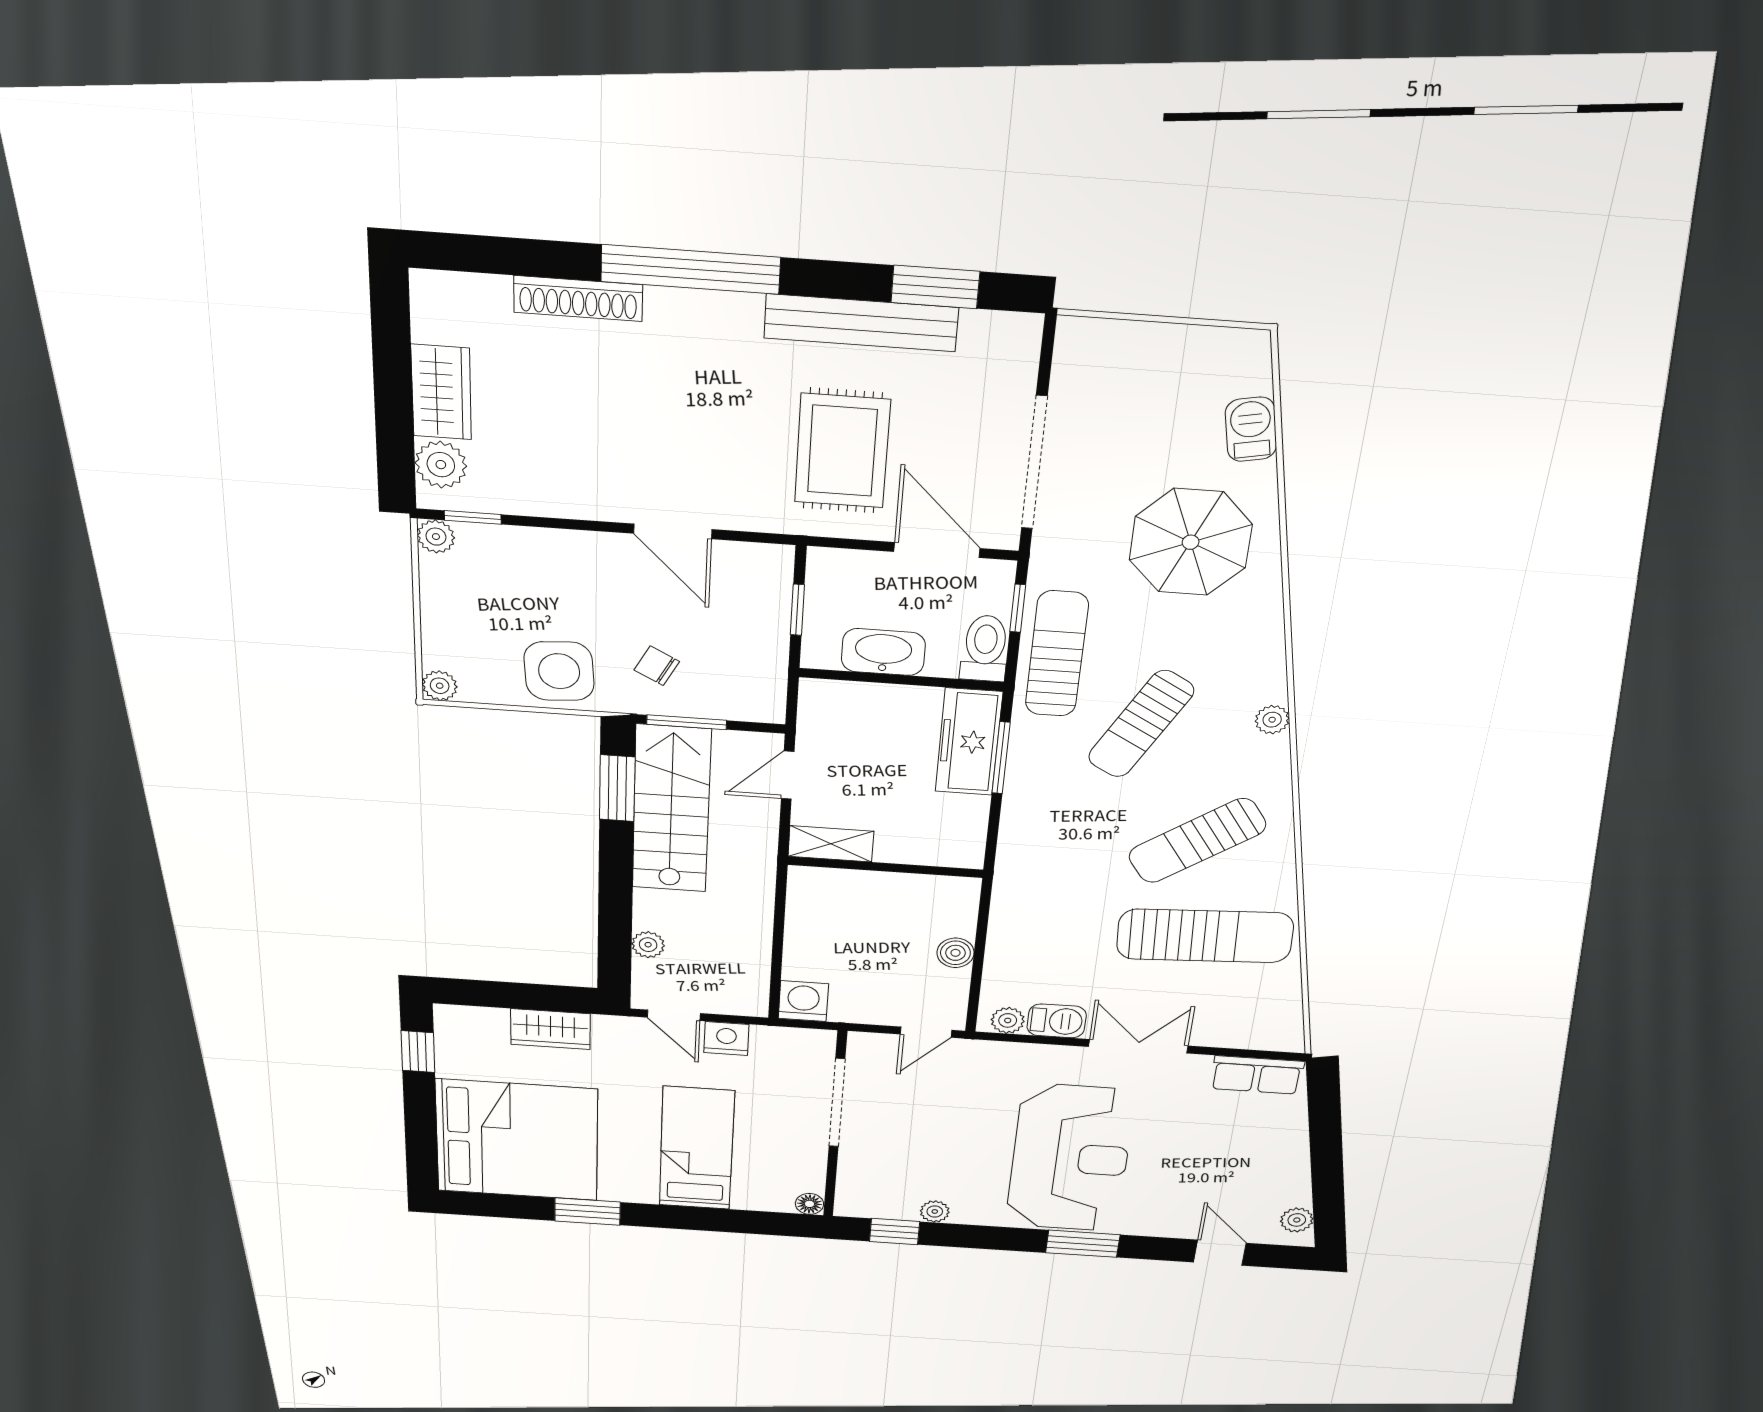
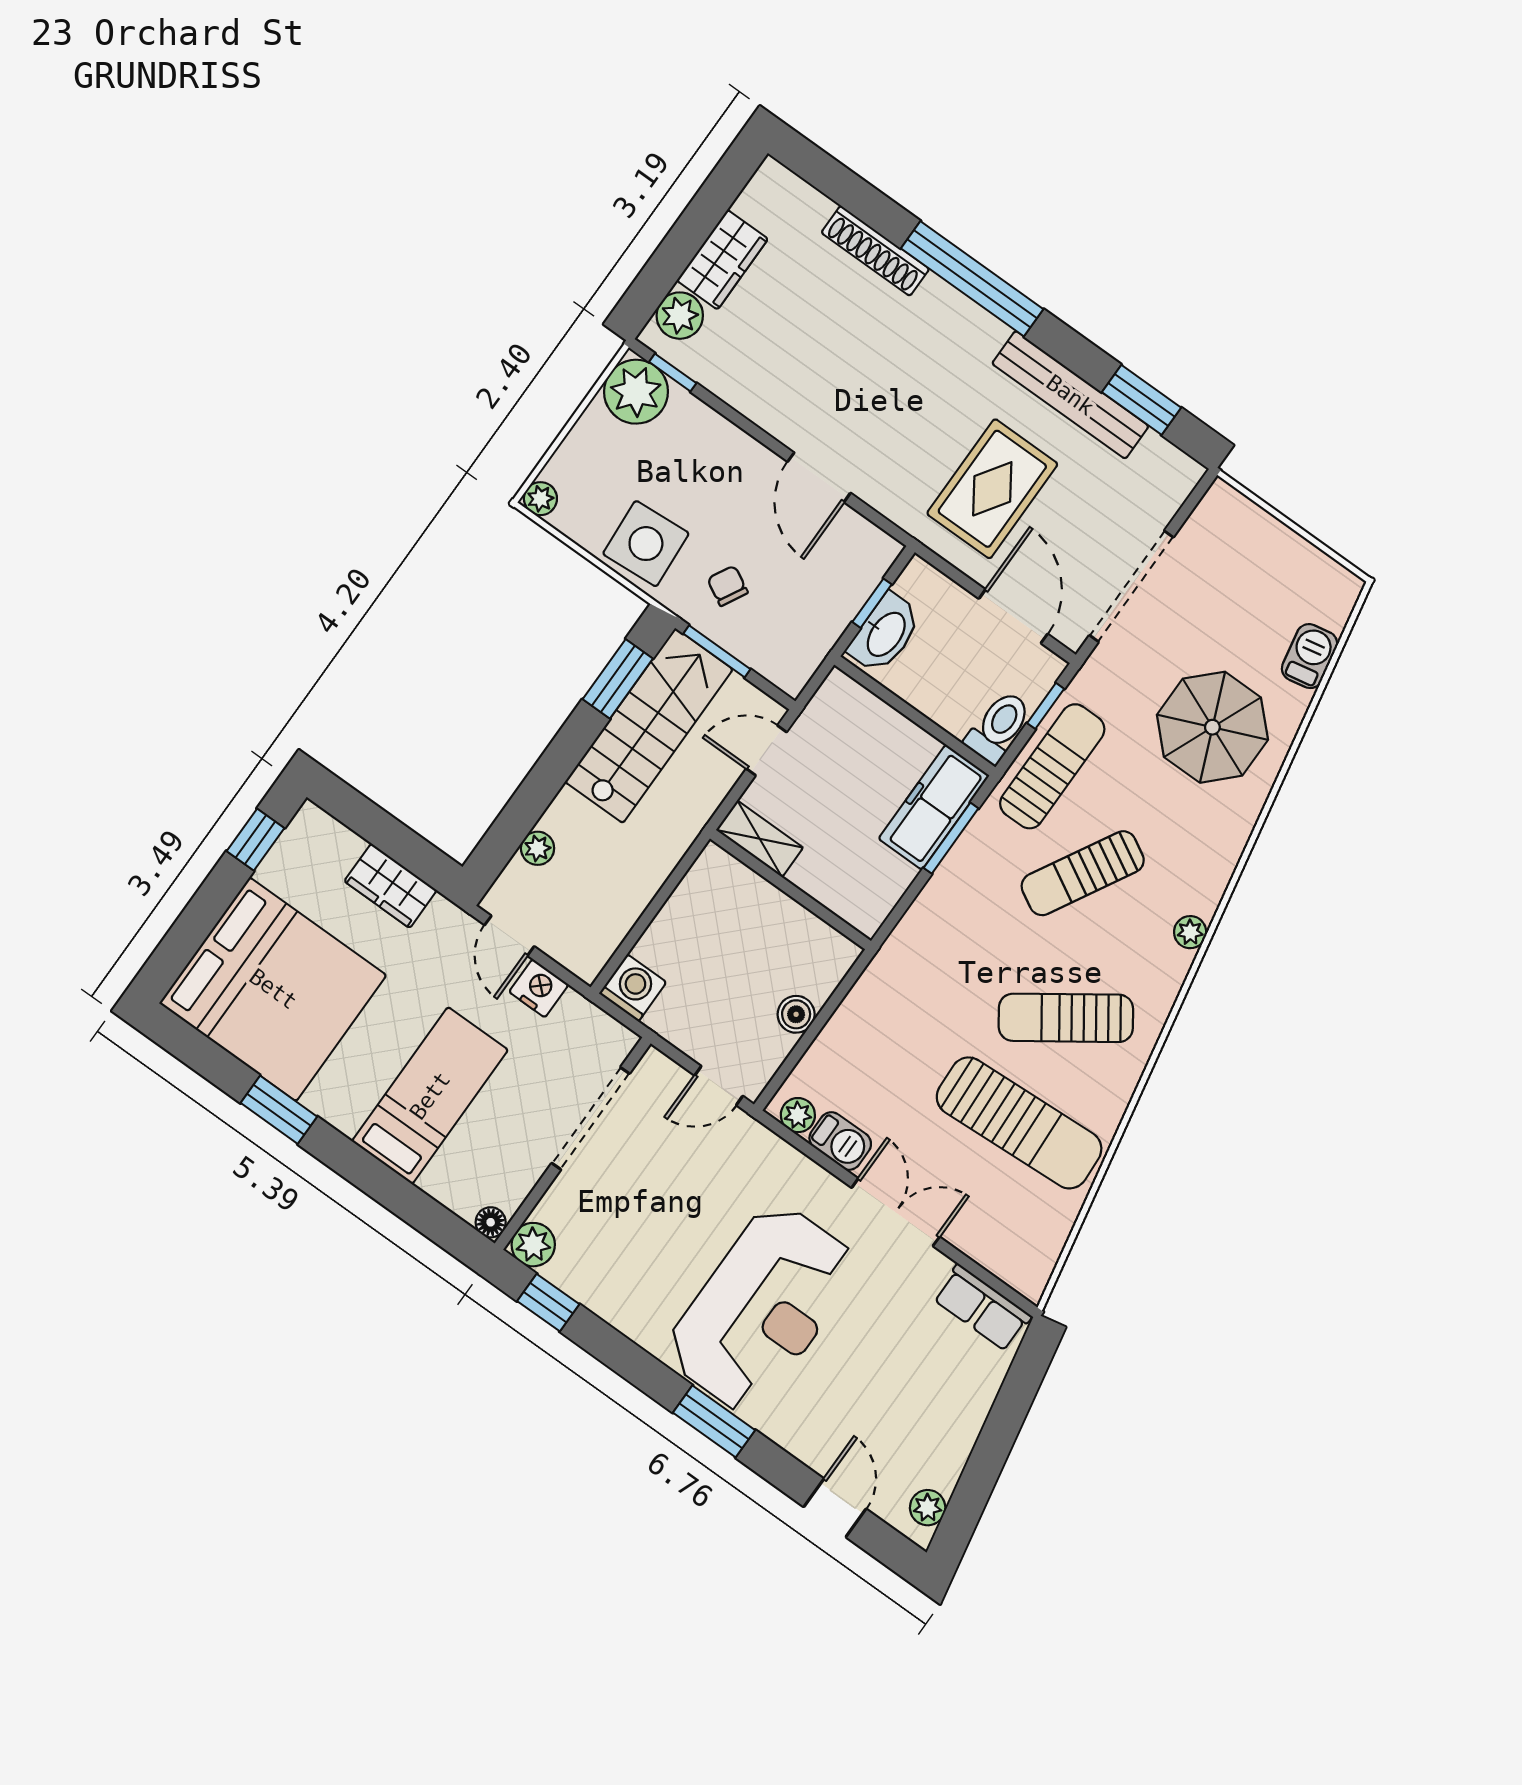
plant: (436, 537) -> (636, 392), width x1.88, depth x1.88
washbasin: (883, 652) -> (885, 633), moved, turned 90
plant: (935, 1211) -> (533, 1245), moved, width x1.38, depth x1.38

